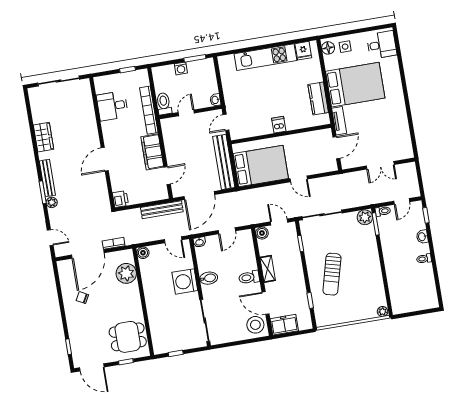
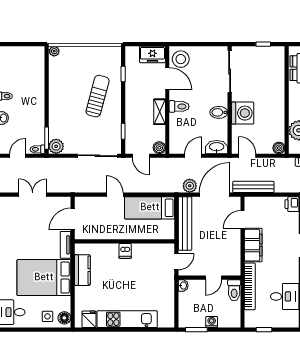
bed: (261, 166) -> (150, 208), width x0.67
plant: (225, 200) -> (190, 186), added
washbasin: (199, 242) -> (217, 147), width x1.91, depth x1.45

